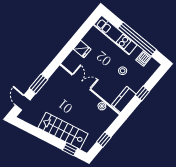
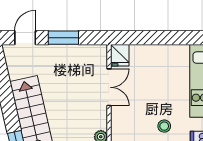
fridge: (82, 49) -> (120, 55), moved

